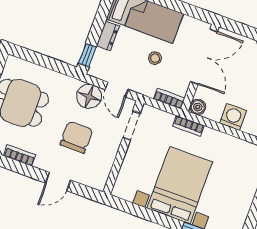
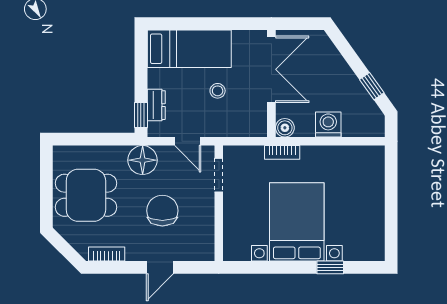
dresser: (108, 36) -> (156, 105), moved
floor lamp: (89, 96) -> (143, 160), moved
bookcase: (169, 99) -> (250, 130), removed

